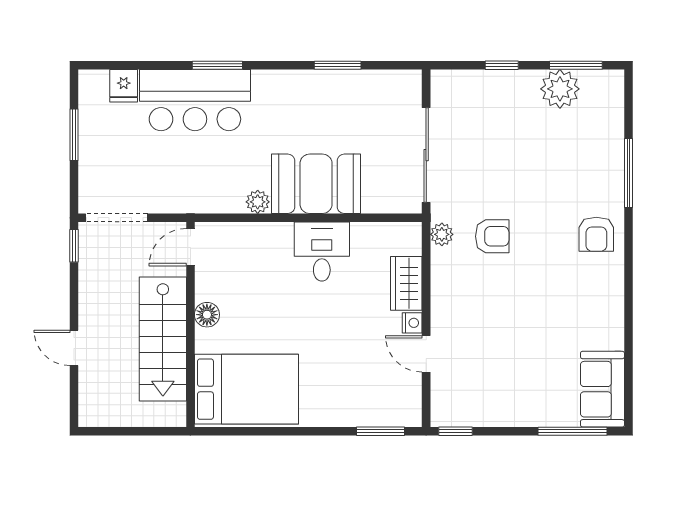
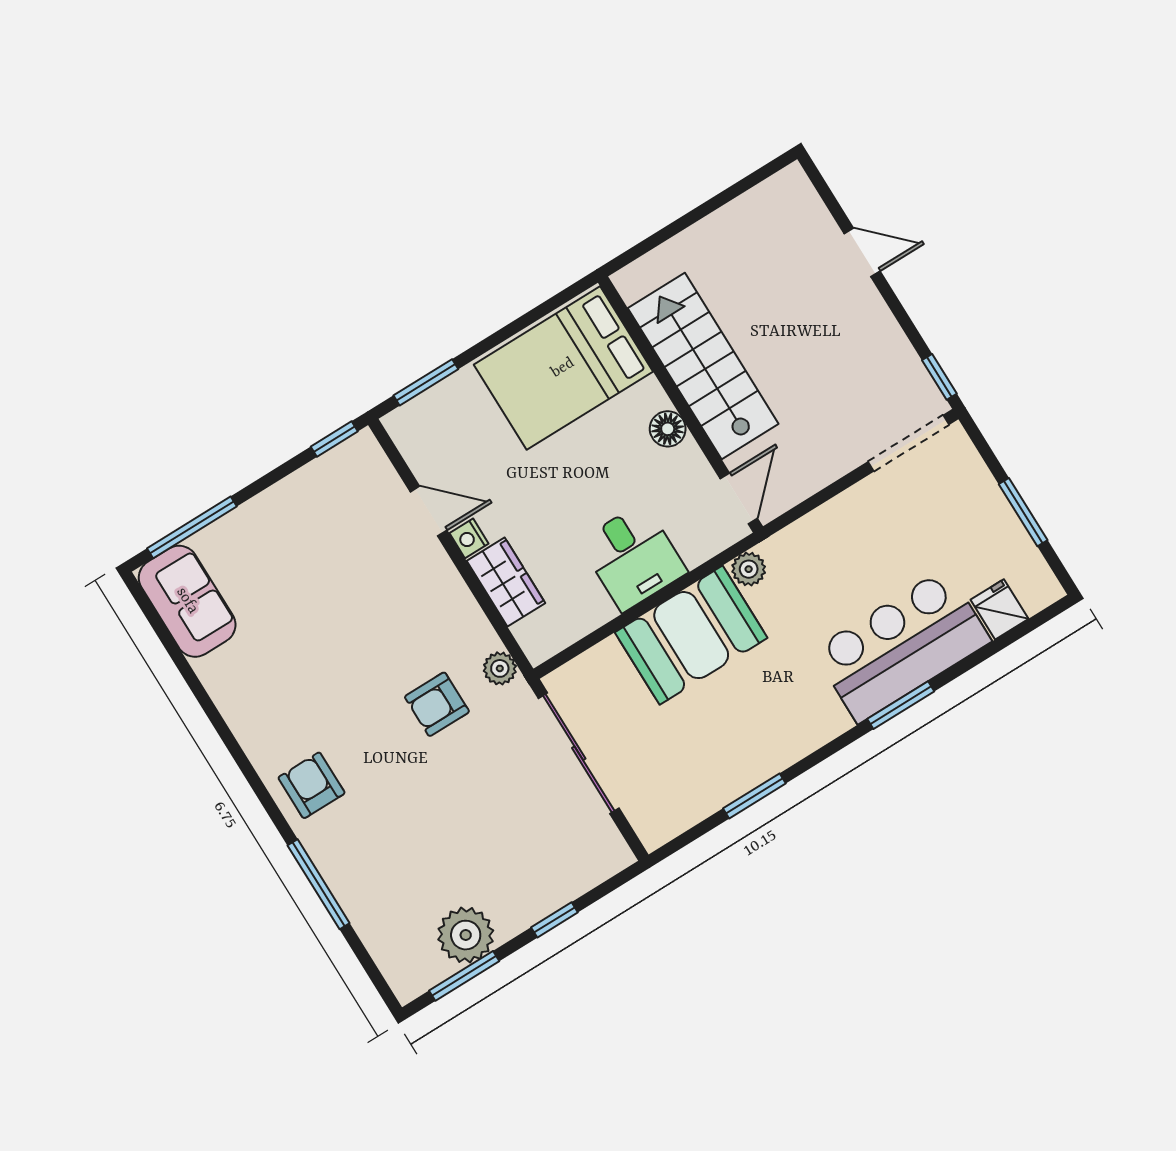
door: (190, 247) -> (739, 499), moved
floor lamp: (207, 315) -> (668, 429), moved
wall: (190, 324) -> (680, 404), moved
stairs: (163, 339) -> (703, 366), moved
bed: (246, 389) -> (563, 368), moved

